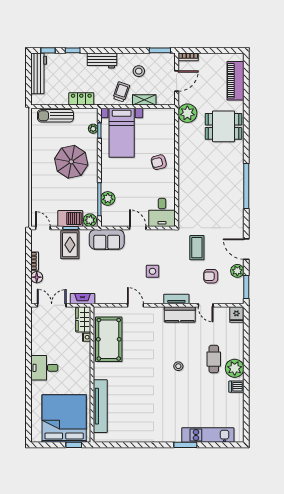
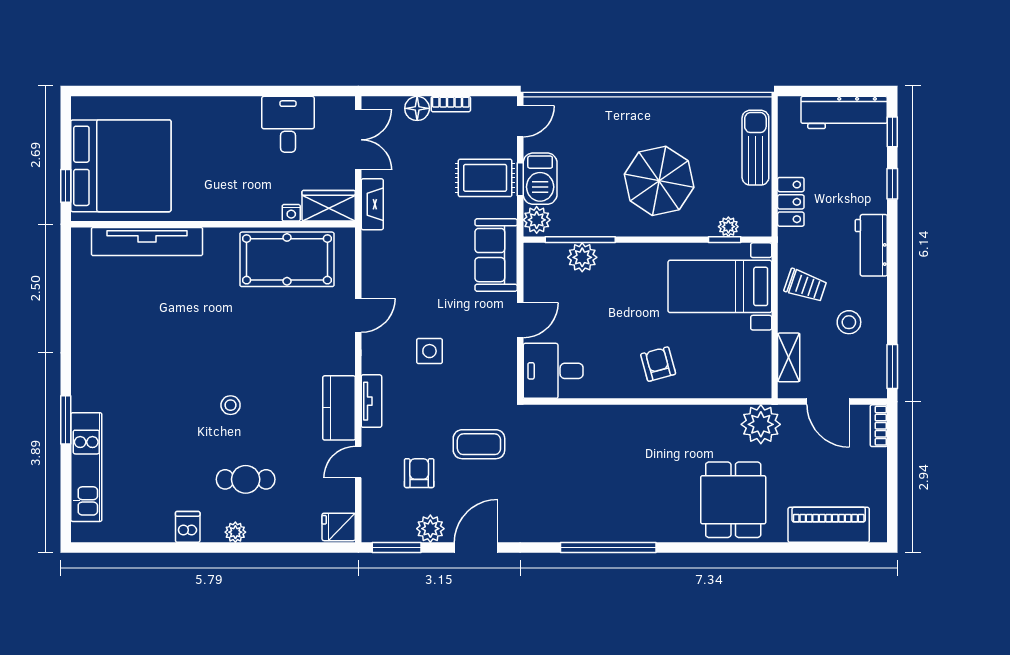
shelving: (144, 100) -> (789, 357), moved
desk: (44, 368) -> (288, 124), moved
plant: (235, 368) -> (235, 532), width x0.53, depth x0.53

